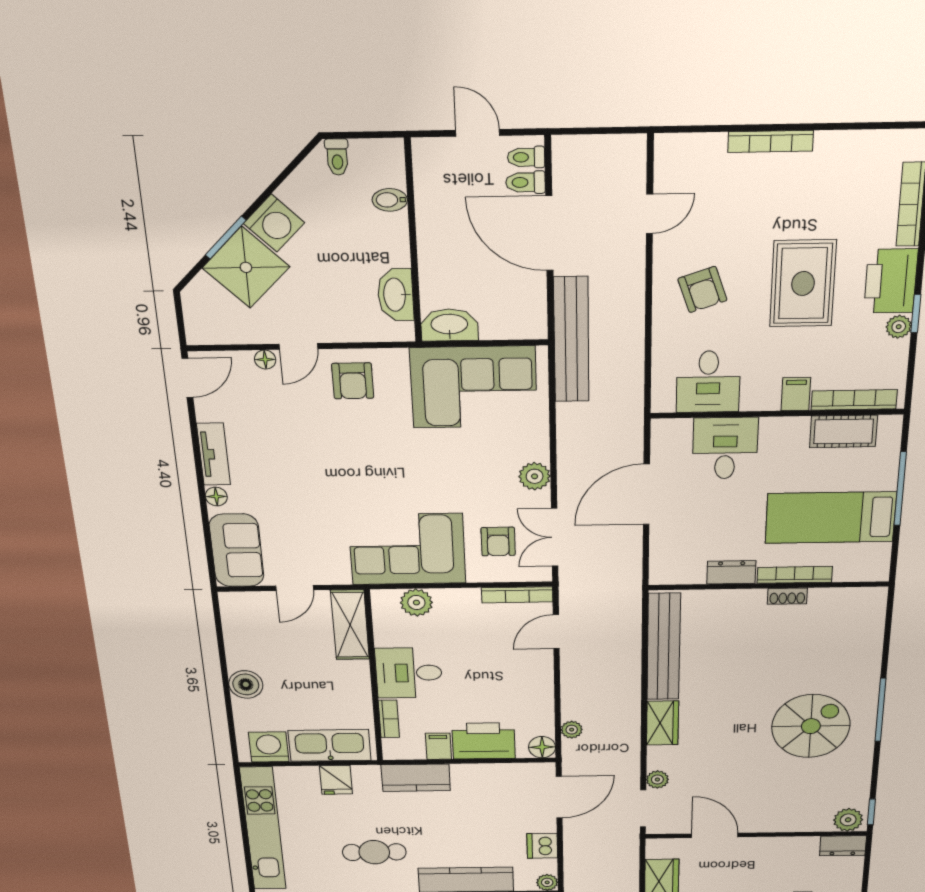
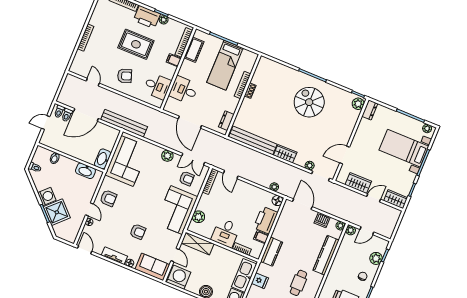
armchair: (305, 484) -> (138, 232), added
dresser: (731, 572) -> (226, 121), moved
washing machine: (246, 616) -> (179, 277), added

